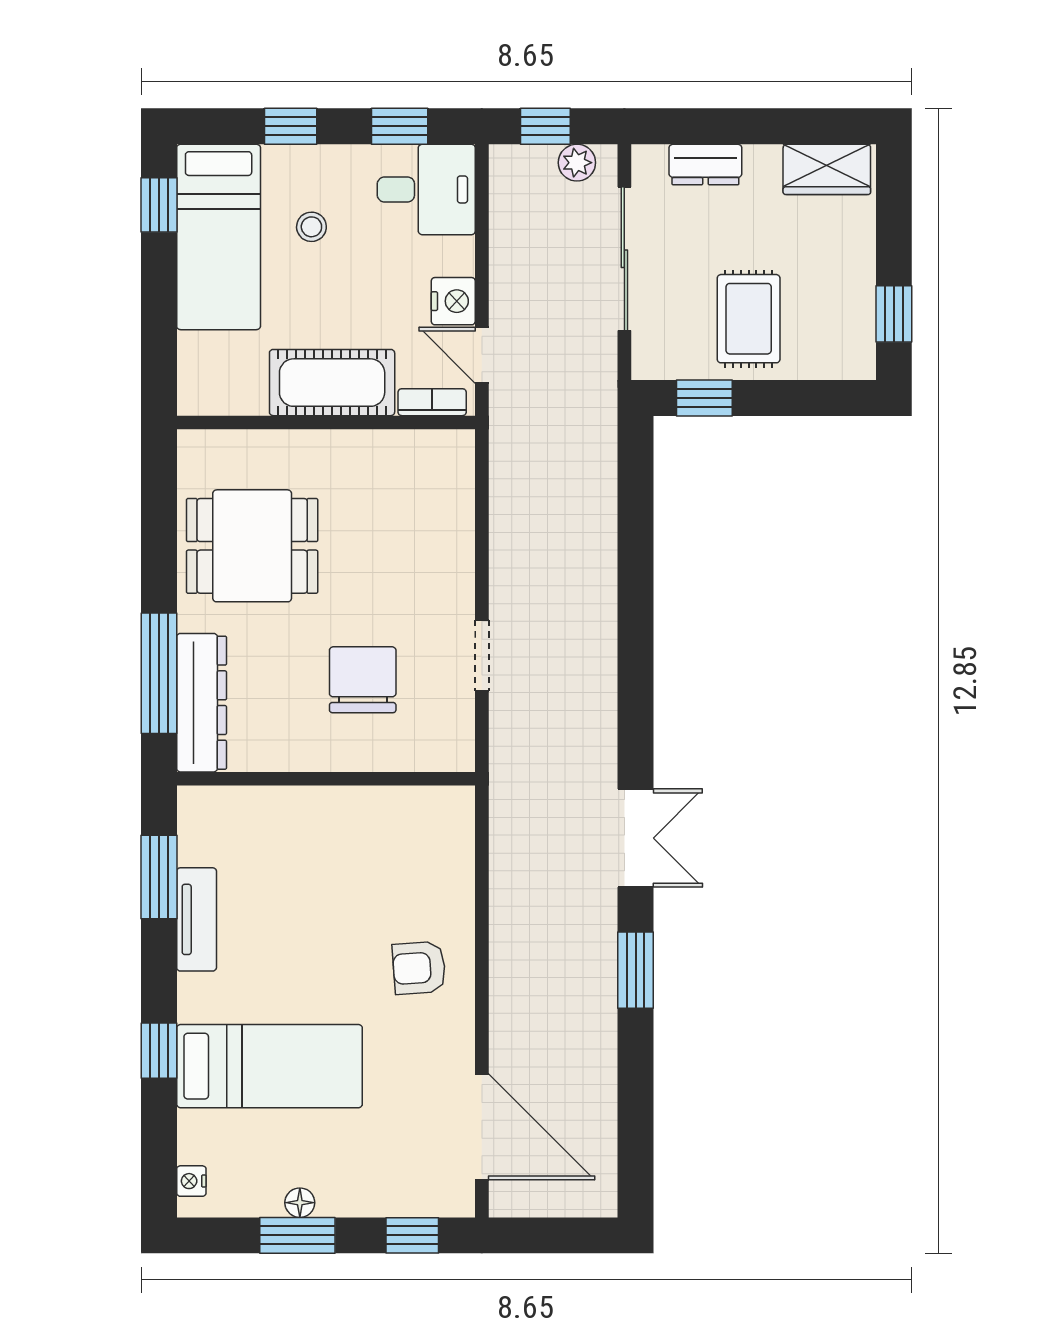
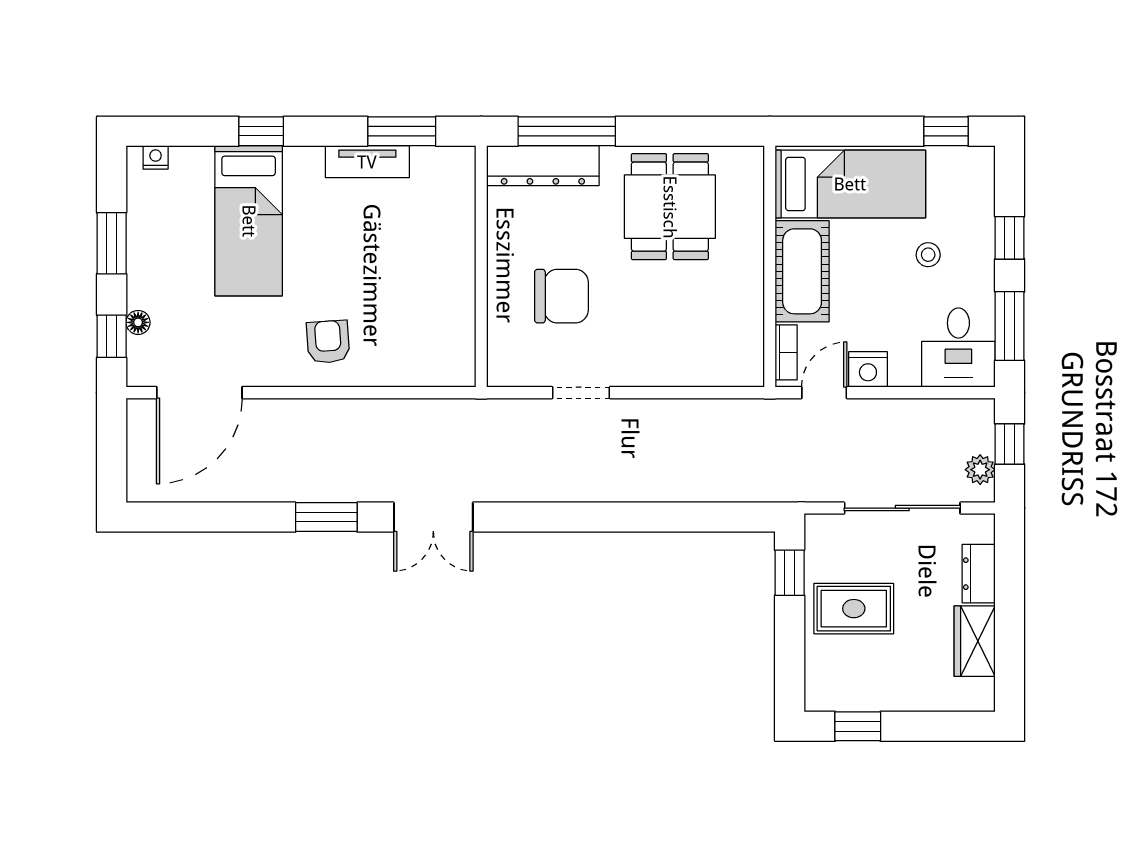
window: (400, 126) -> (1010, 326), width x1.50
wardrobe: (827, 169) -> (975, 641), moved
bed: (219, 237) -> (850, 184), moved, turned 180
floor lamp: (300, 1203) -> (138, 322), moved

